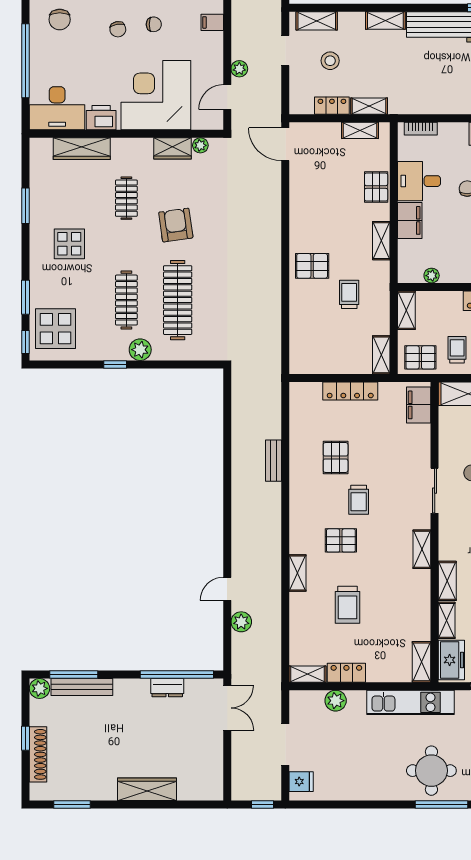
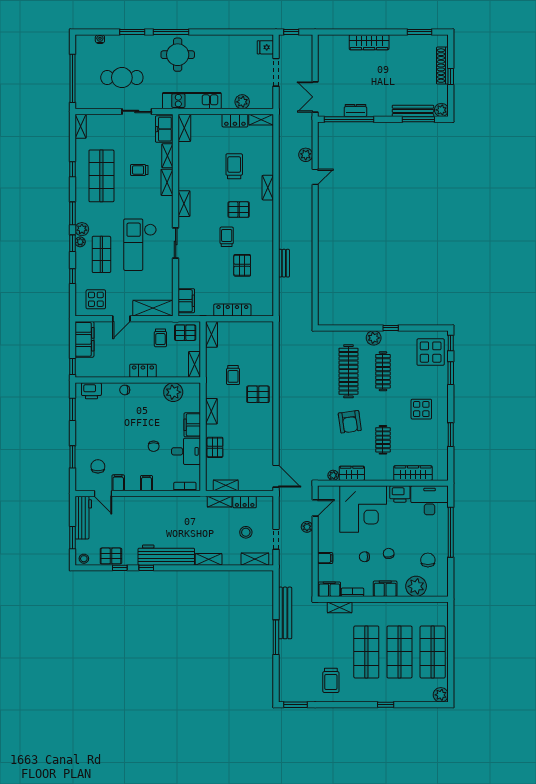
plant: (432, 276) -> (173, 392), width x1.88, depth x1.88

